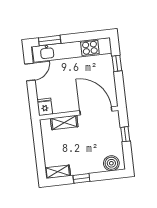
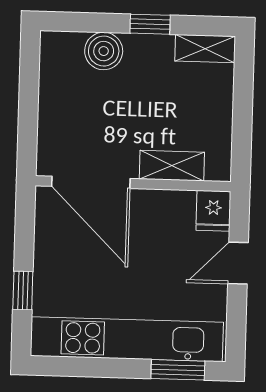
door: (30, 72) -> (238, 263), moved
window: (125, 134) -> (28, 116), removed
boiler: (111, 163) -> (104, 51), moved

